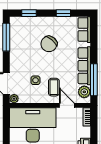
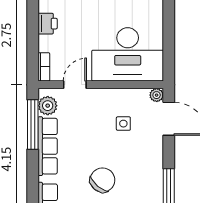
coffee table: (54, 87) -> (95, 113), removed
door: (67, 105) -> (75, 85), swing flipped

